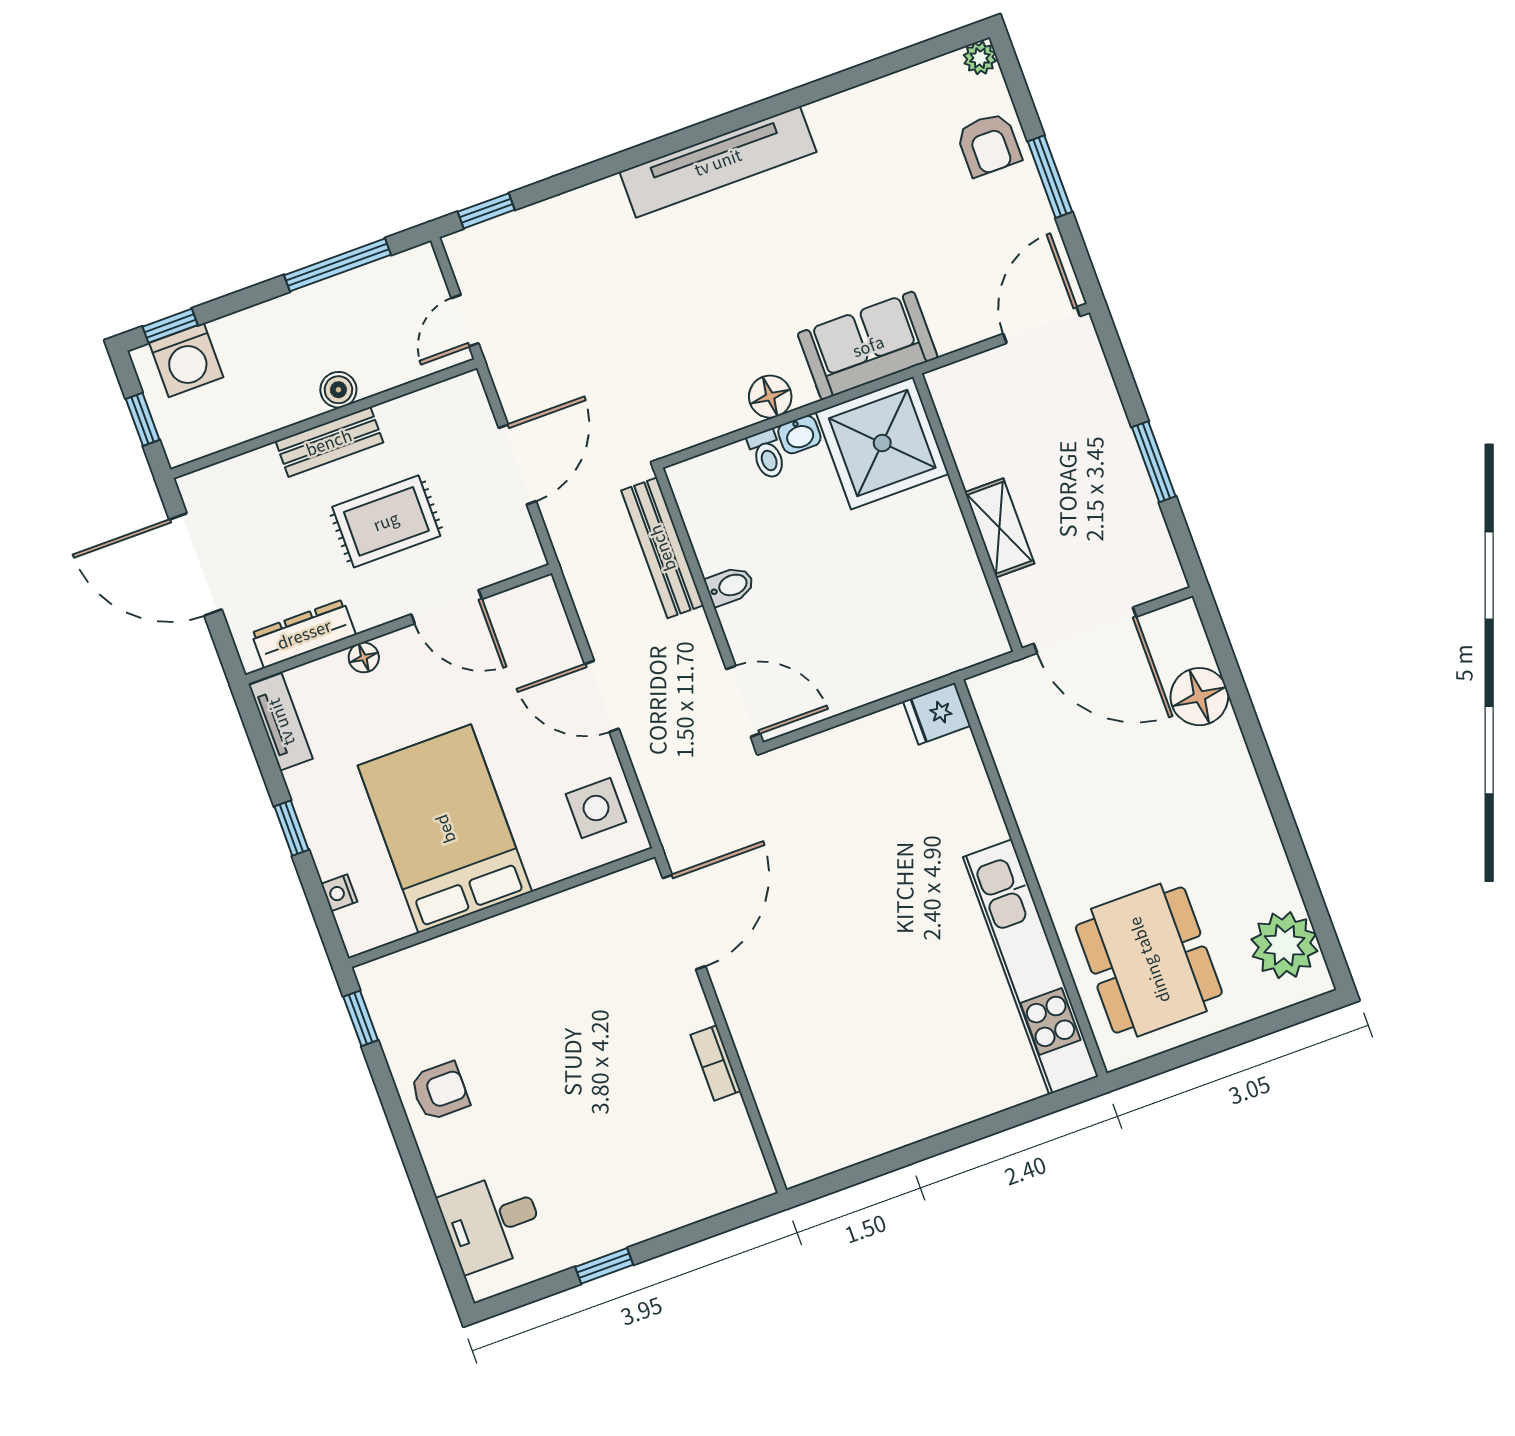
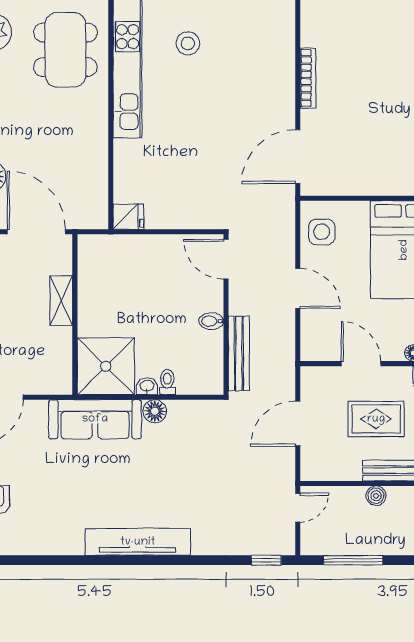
sofa: (868, 346) -> (95, 419), width x1.36
stool: (943, 1048) -> (188, 43), added
bookcase: (716, 1063) -> (308, 78), width x1.56

